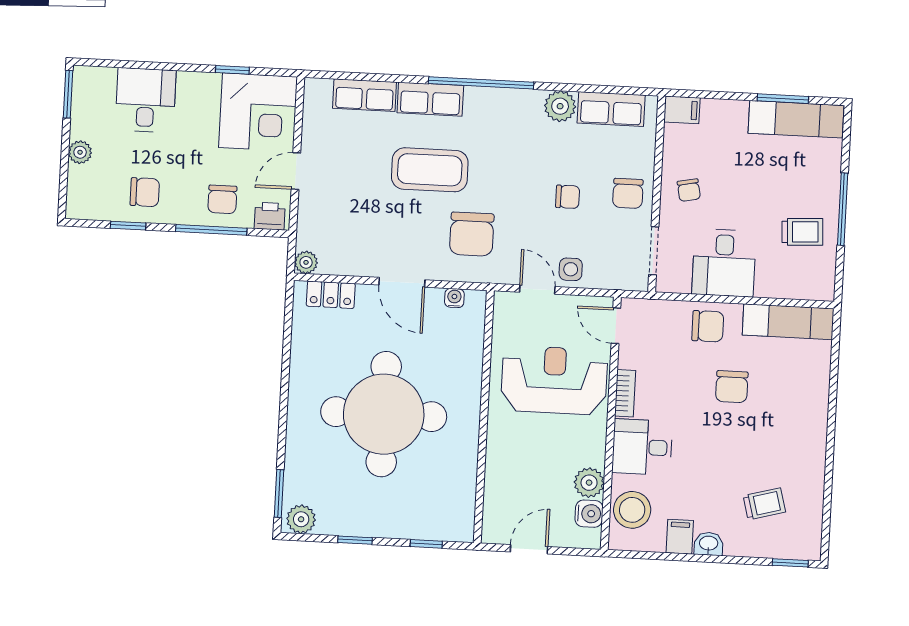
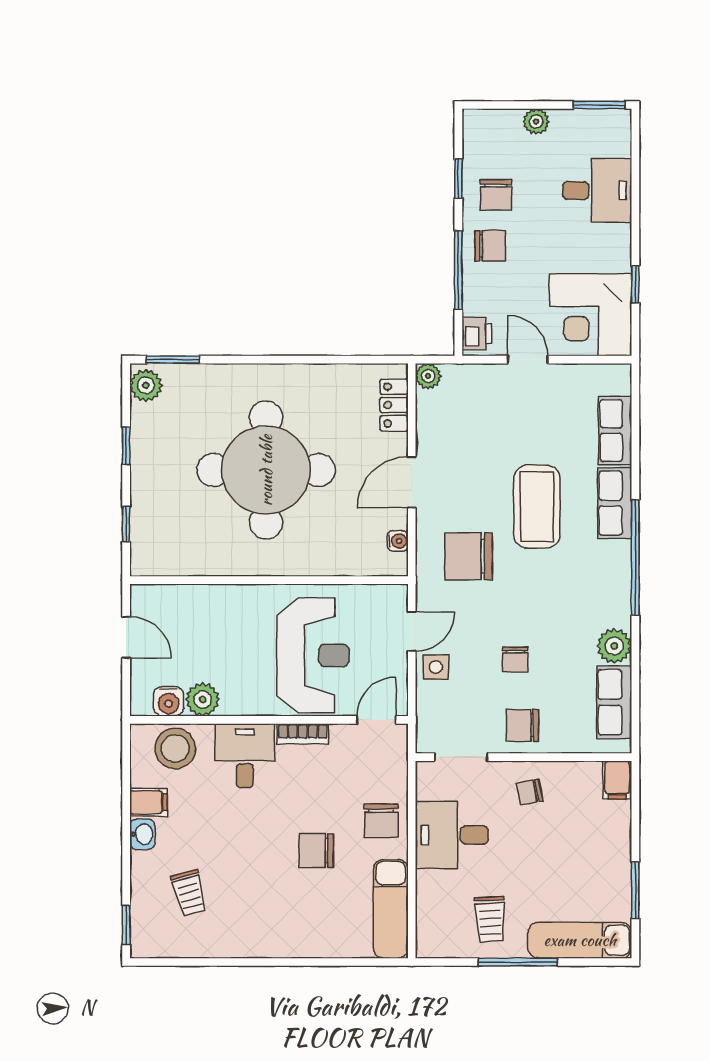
exam couch: (796, 119) -> (580, 940), moved, turned 90
chair: (222, 199) -> (490, 246), moved, turned 180

